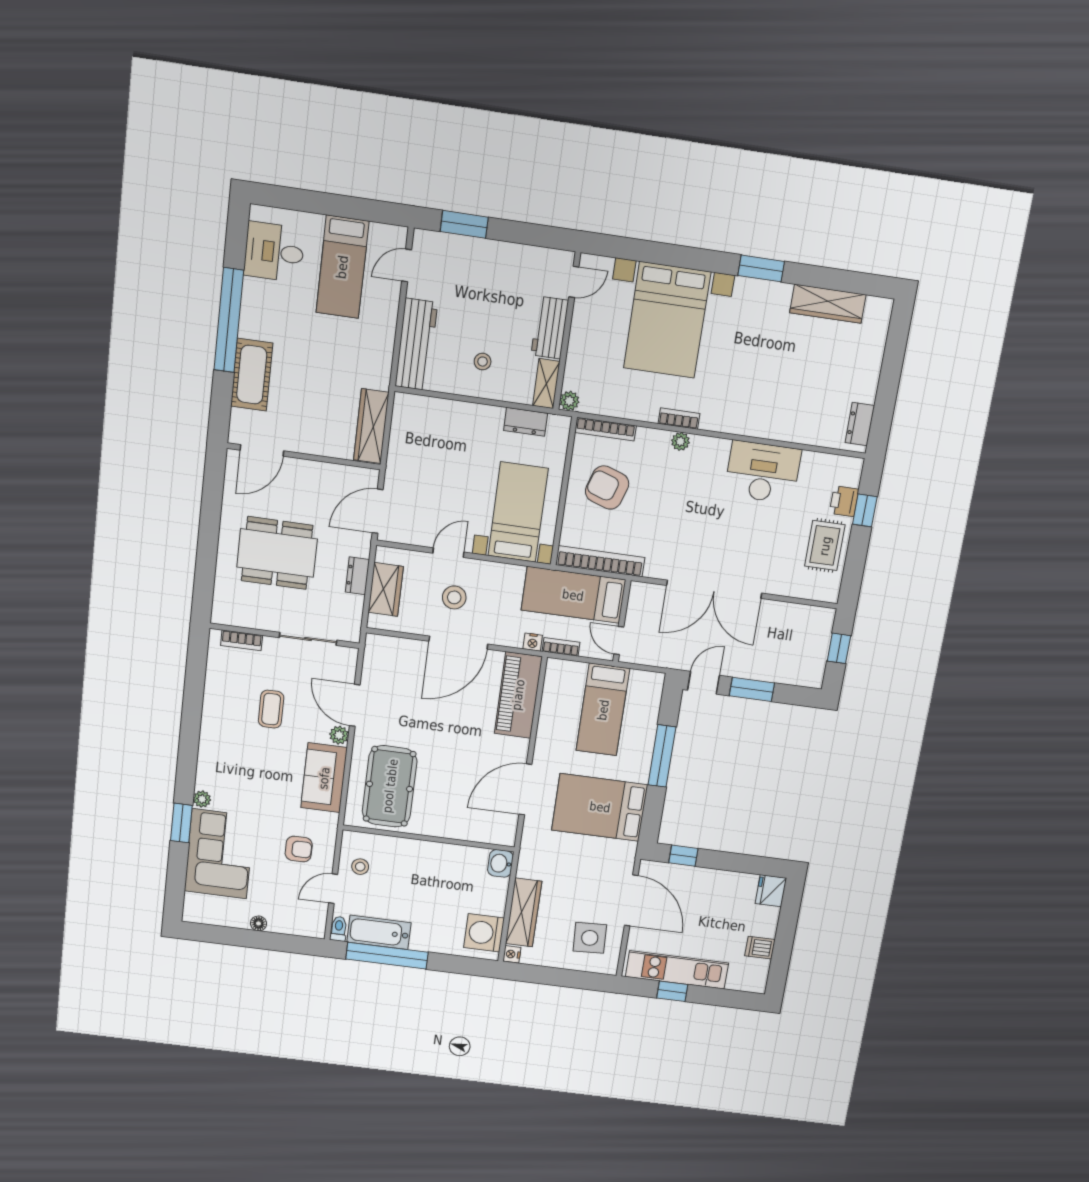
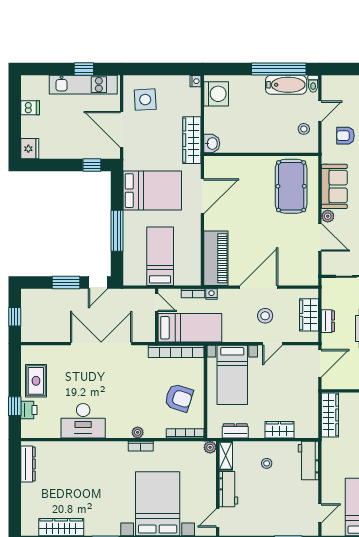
workbench: (416, 344) -> (308, 461), width x0.73
wardrobe: (455, 414) -> (280, 430), added
dresser: (860, 424) -> (28, 464), width x1.44
wardrobe: (524, 913) -> (192, 140), moved

